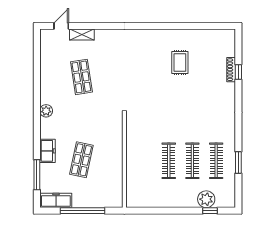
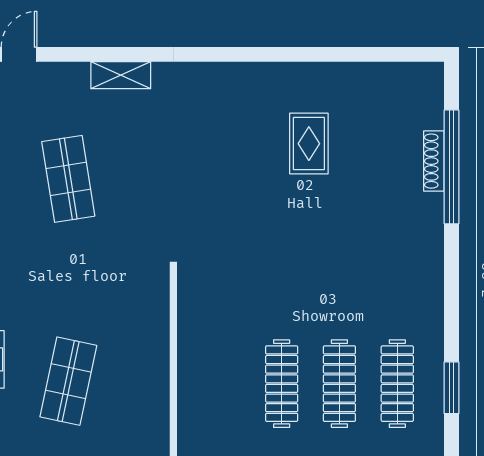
shelving: (82, 35) -> (121, 75), moved
window: (238, 72) -> (451, 167), width x3.17

